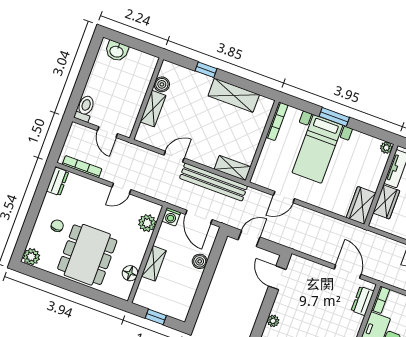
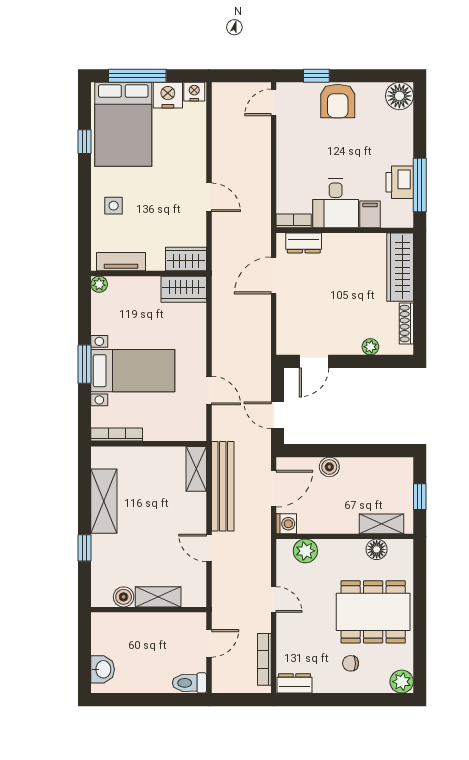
wardrobe: (386, 202) -> (186, 259), moved
shelving: (154, 263) -> (381, 524), moved

